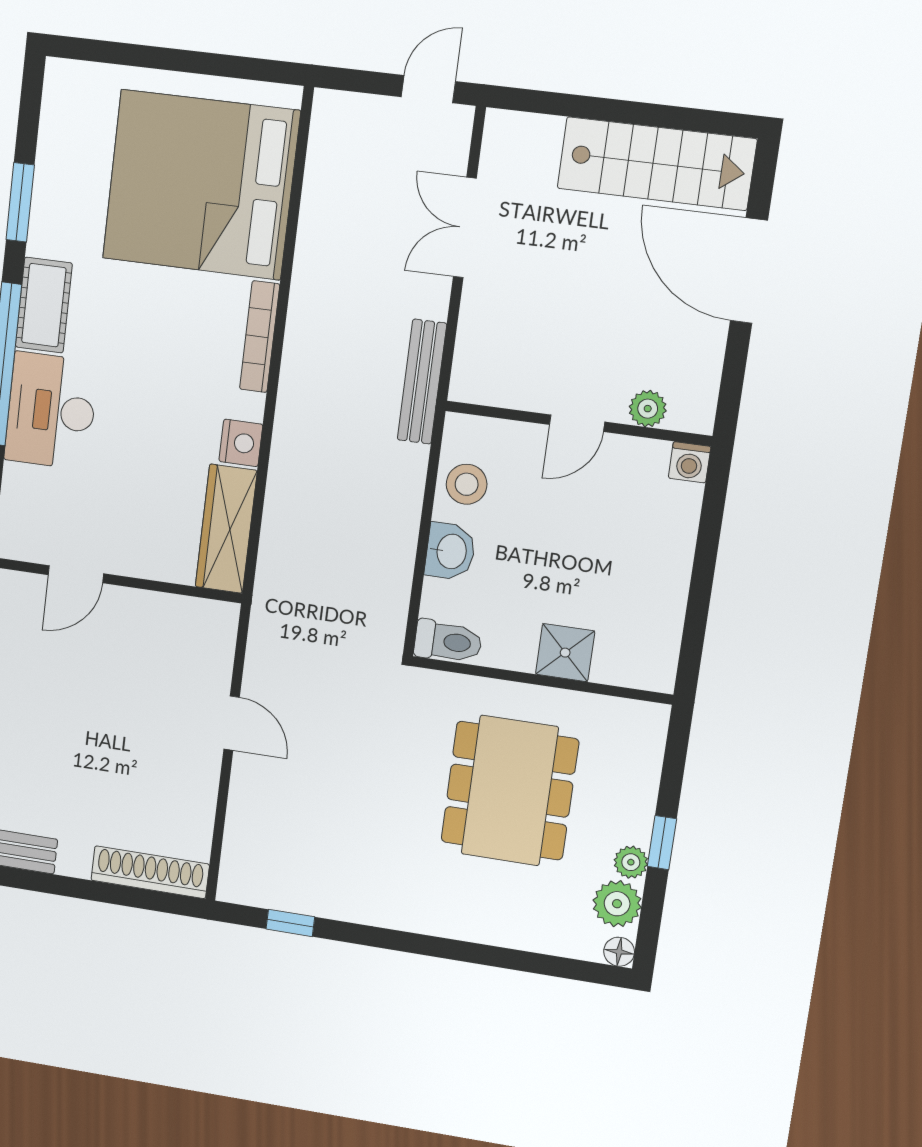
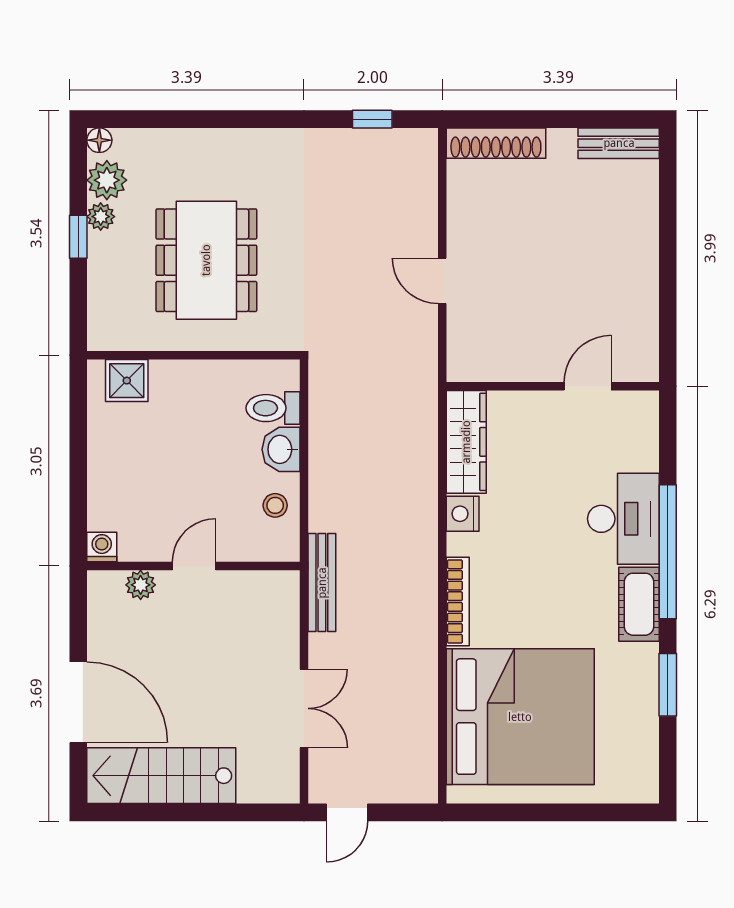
stool: (467, 484) -> (275, 505), width x0.73, depth x0.73
toilet: (448, 641) -> (273, 408), moved
shower: (565, 653) -> (127, 381), moved

